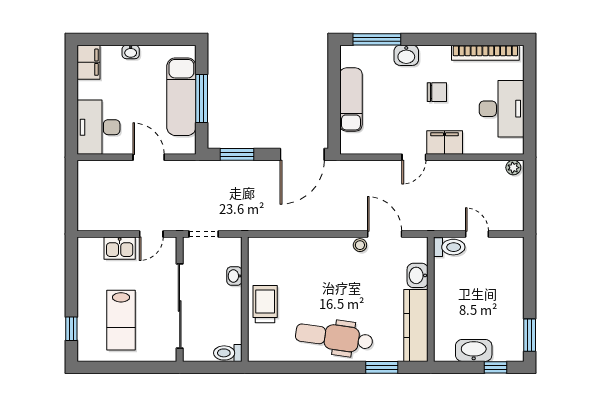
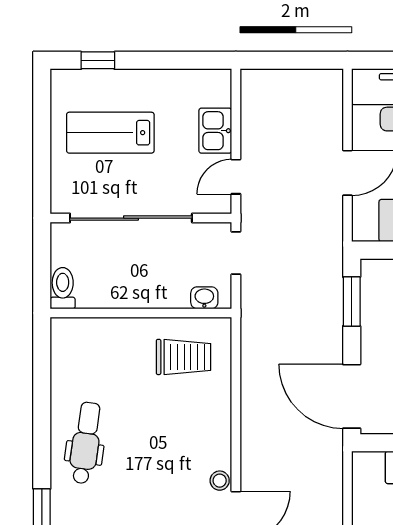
door: (151, 234) -> (236, 177), hinge flipped
washbasin: (234, 276) -> (204, 298), moved
trolley: (265, 304) -> (184, 357), moved
dental chair: (334, 337) -> (86, 443), width x0.73, depth x0.72

